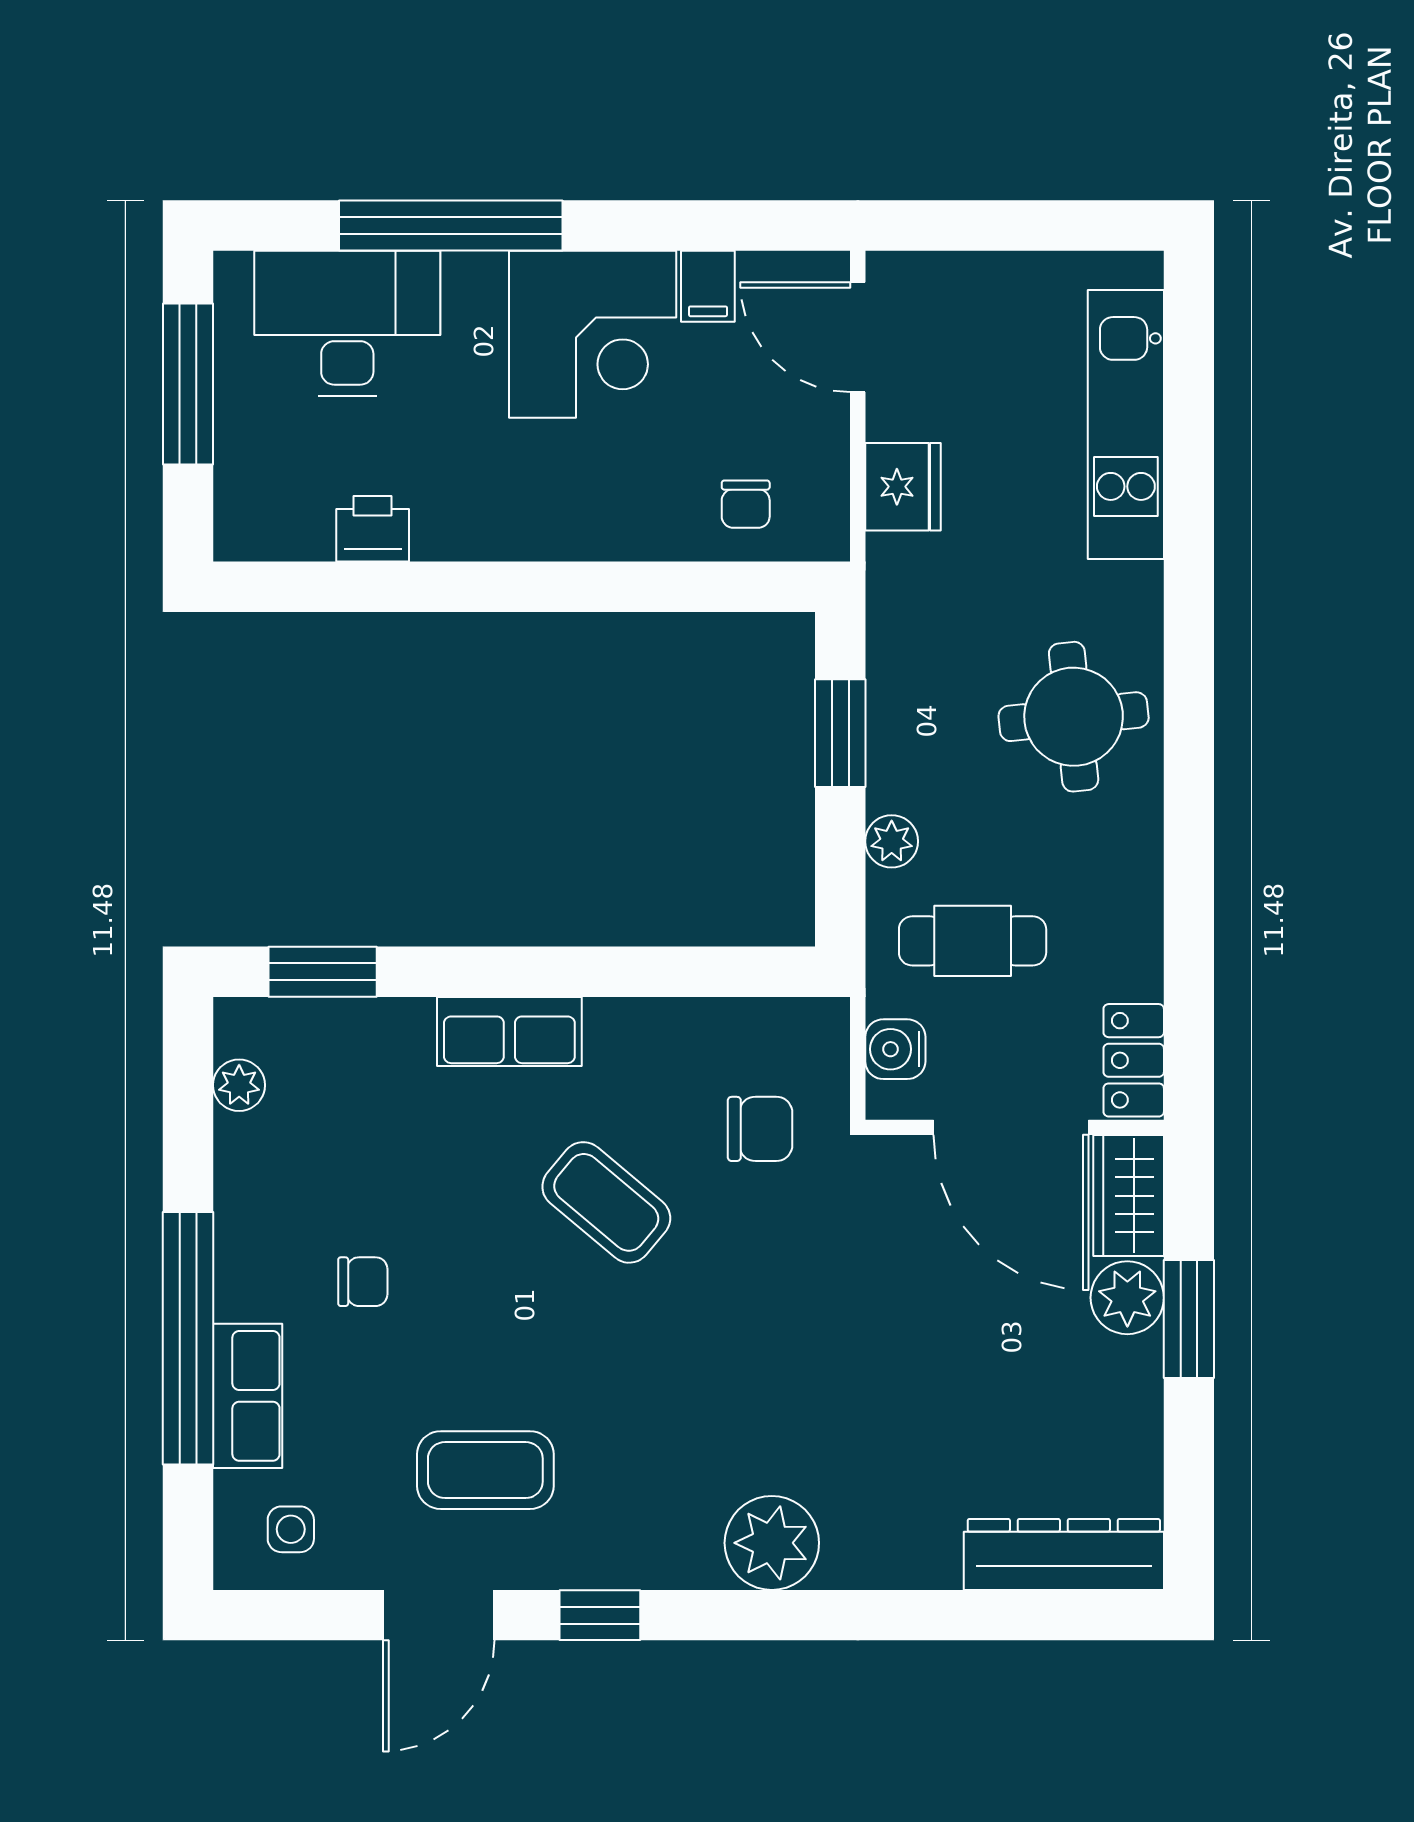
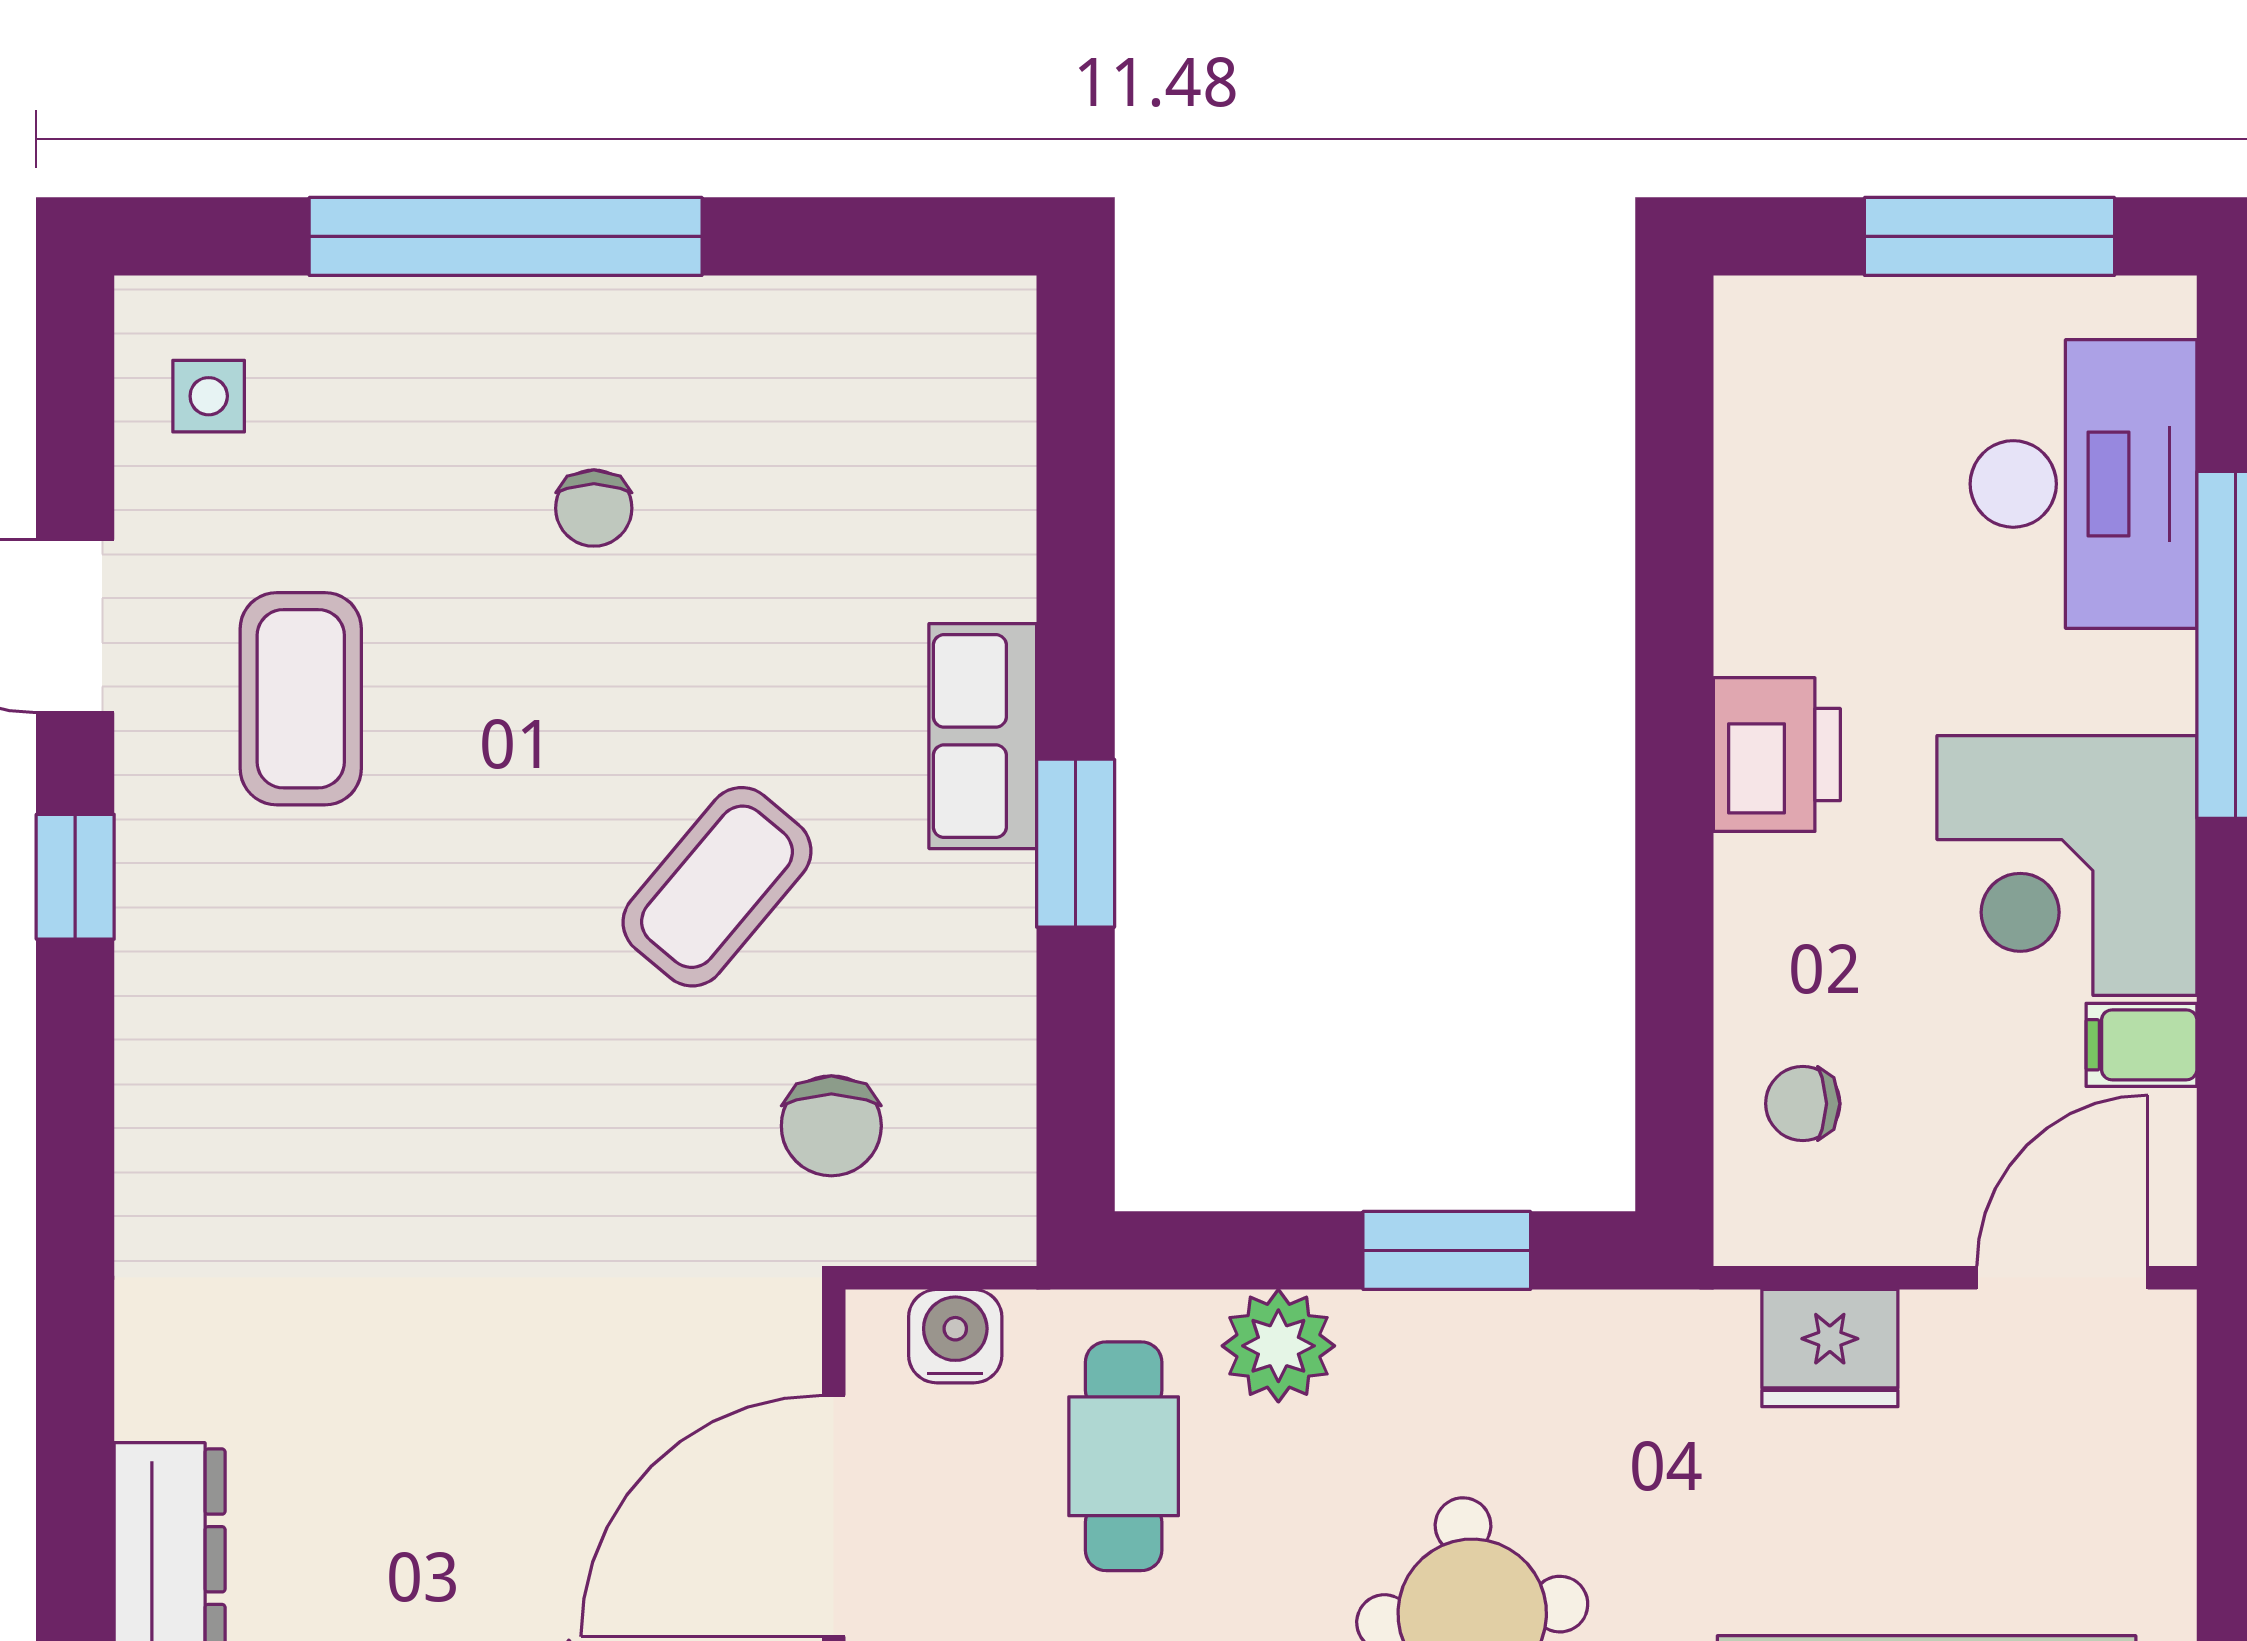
printer: (373, 529) -> (1777, 755), moved, width x1.36, depth x1.24
plant: (892, 841) -> (1278, 1346), width x1.38, depth x1.38
window: (323, 972) -> (1076, 843), moved
plant: (239, 1085) -> (899, 316), removed
row of seats: (248, 1396) -> (416, 329), removed
plant: (772, 1543) -> (187, 1144), removed

